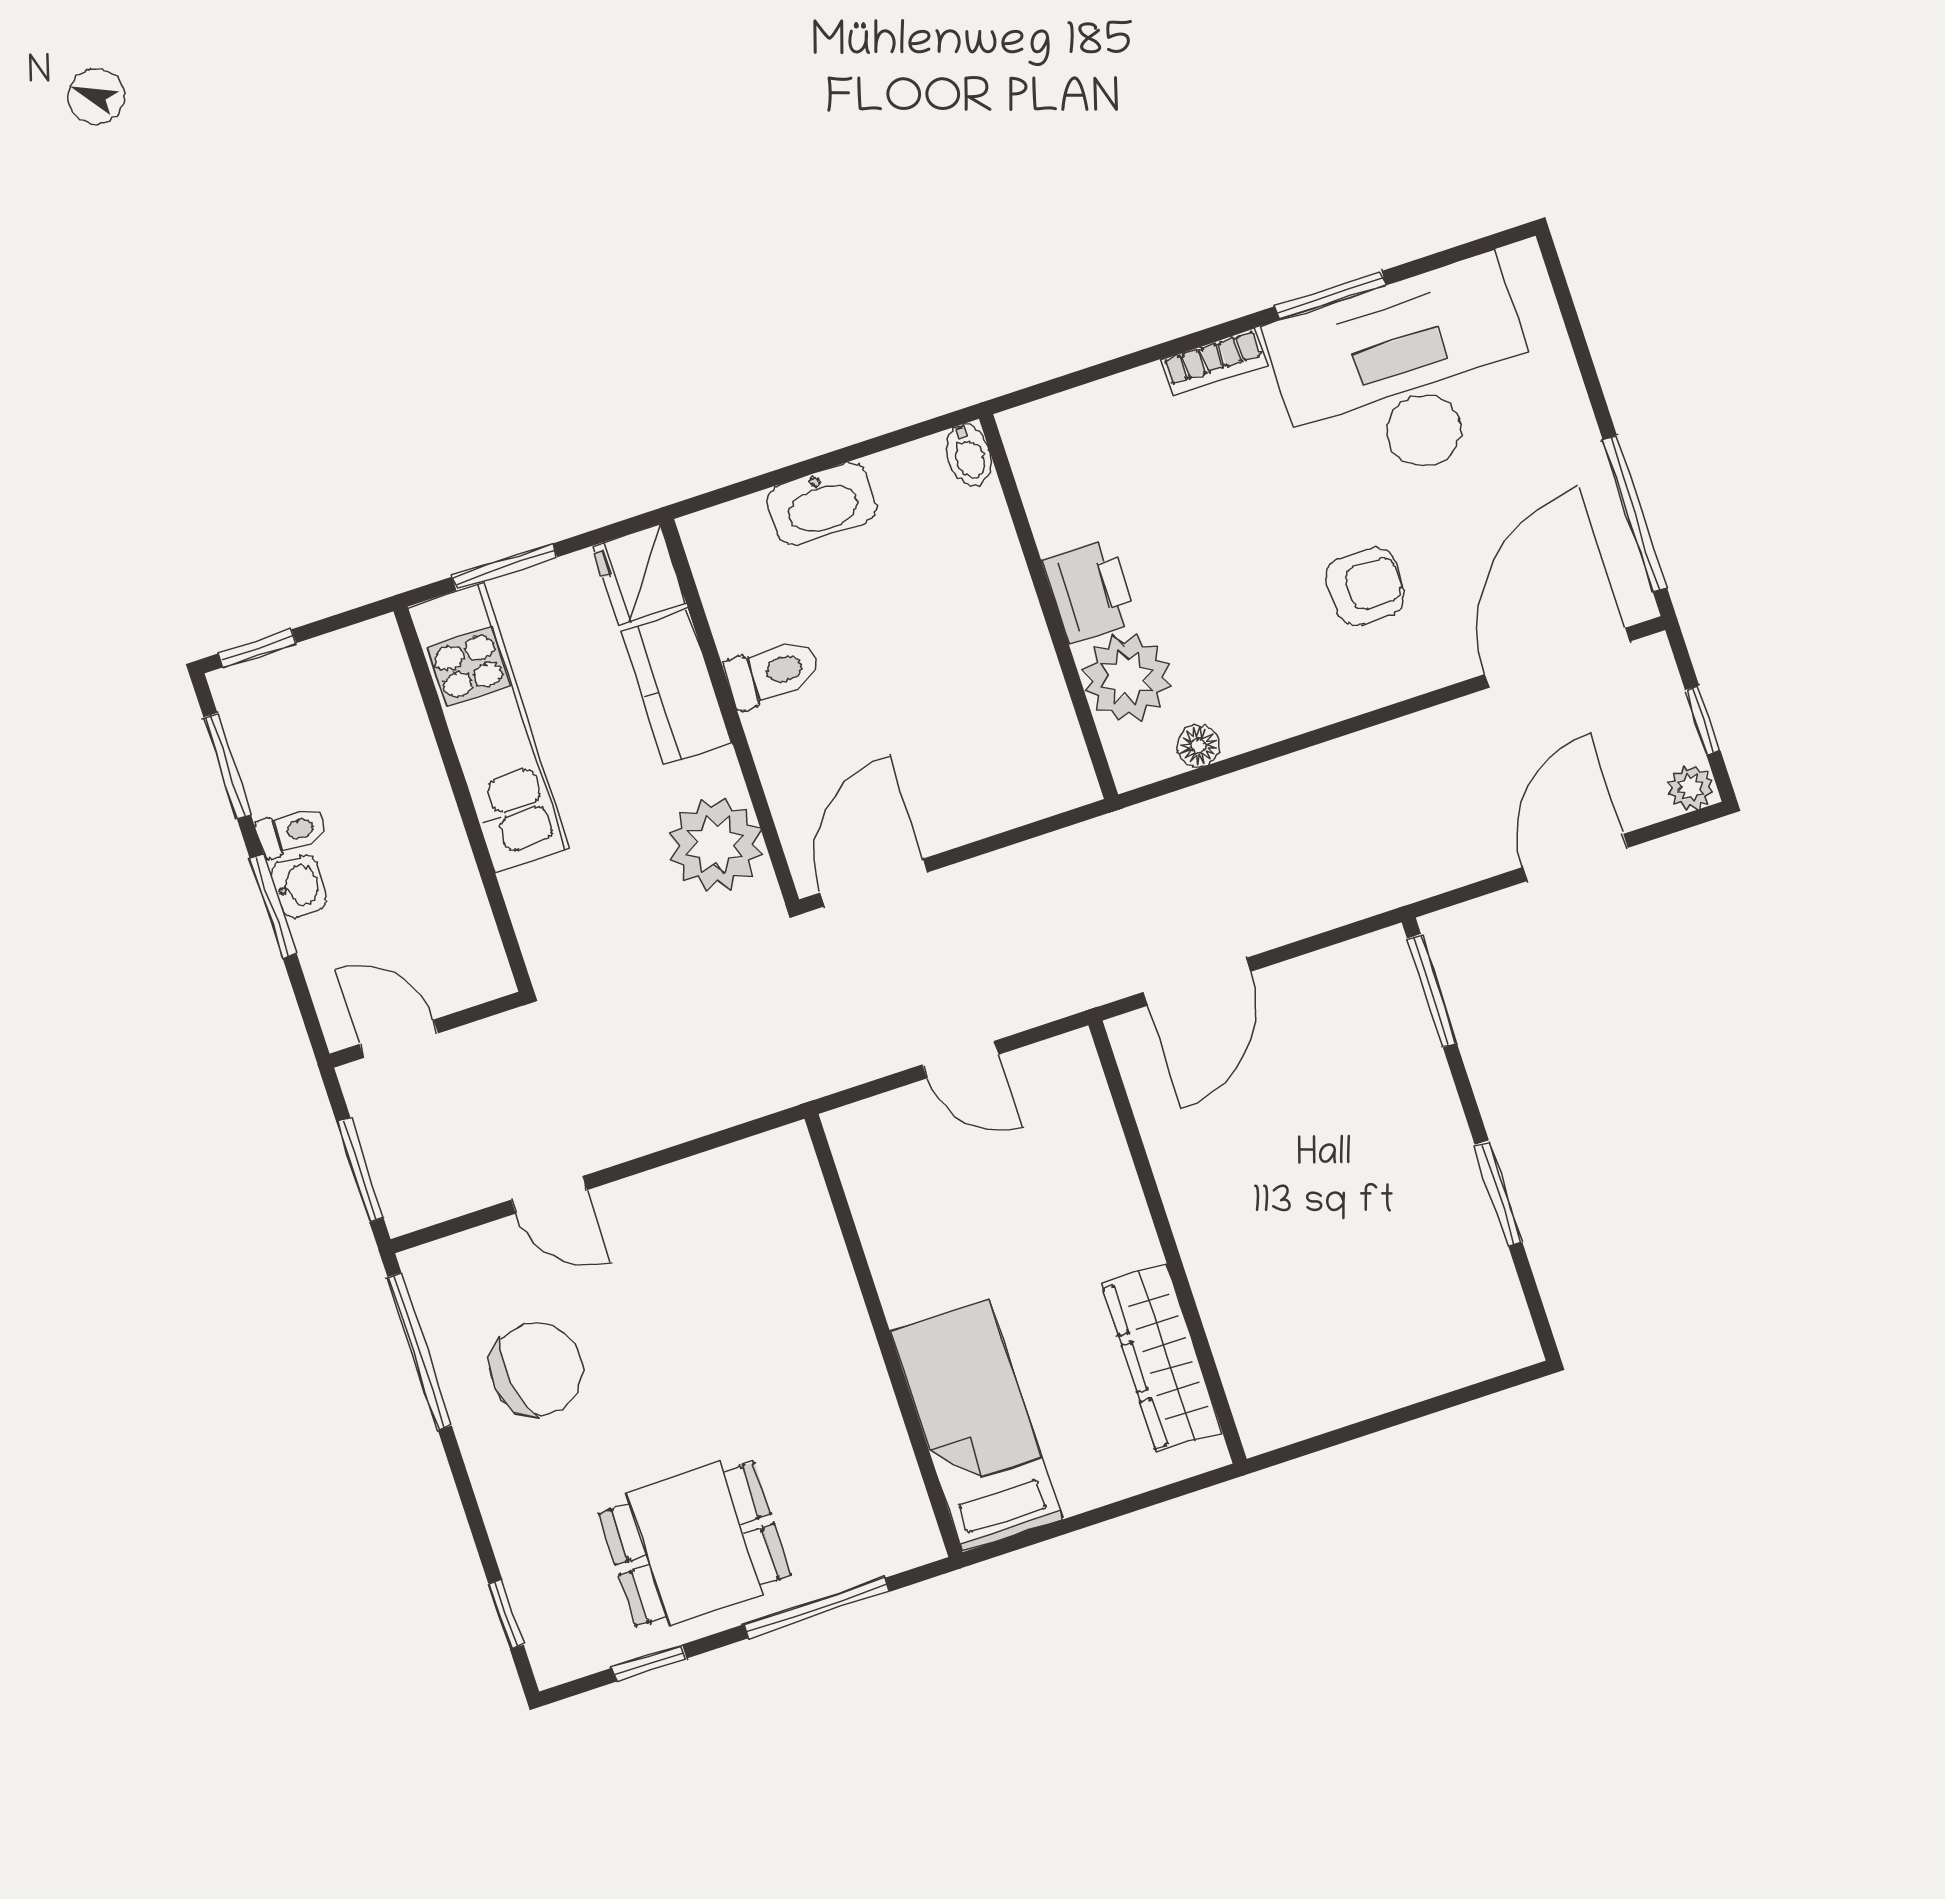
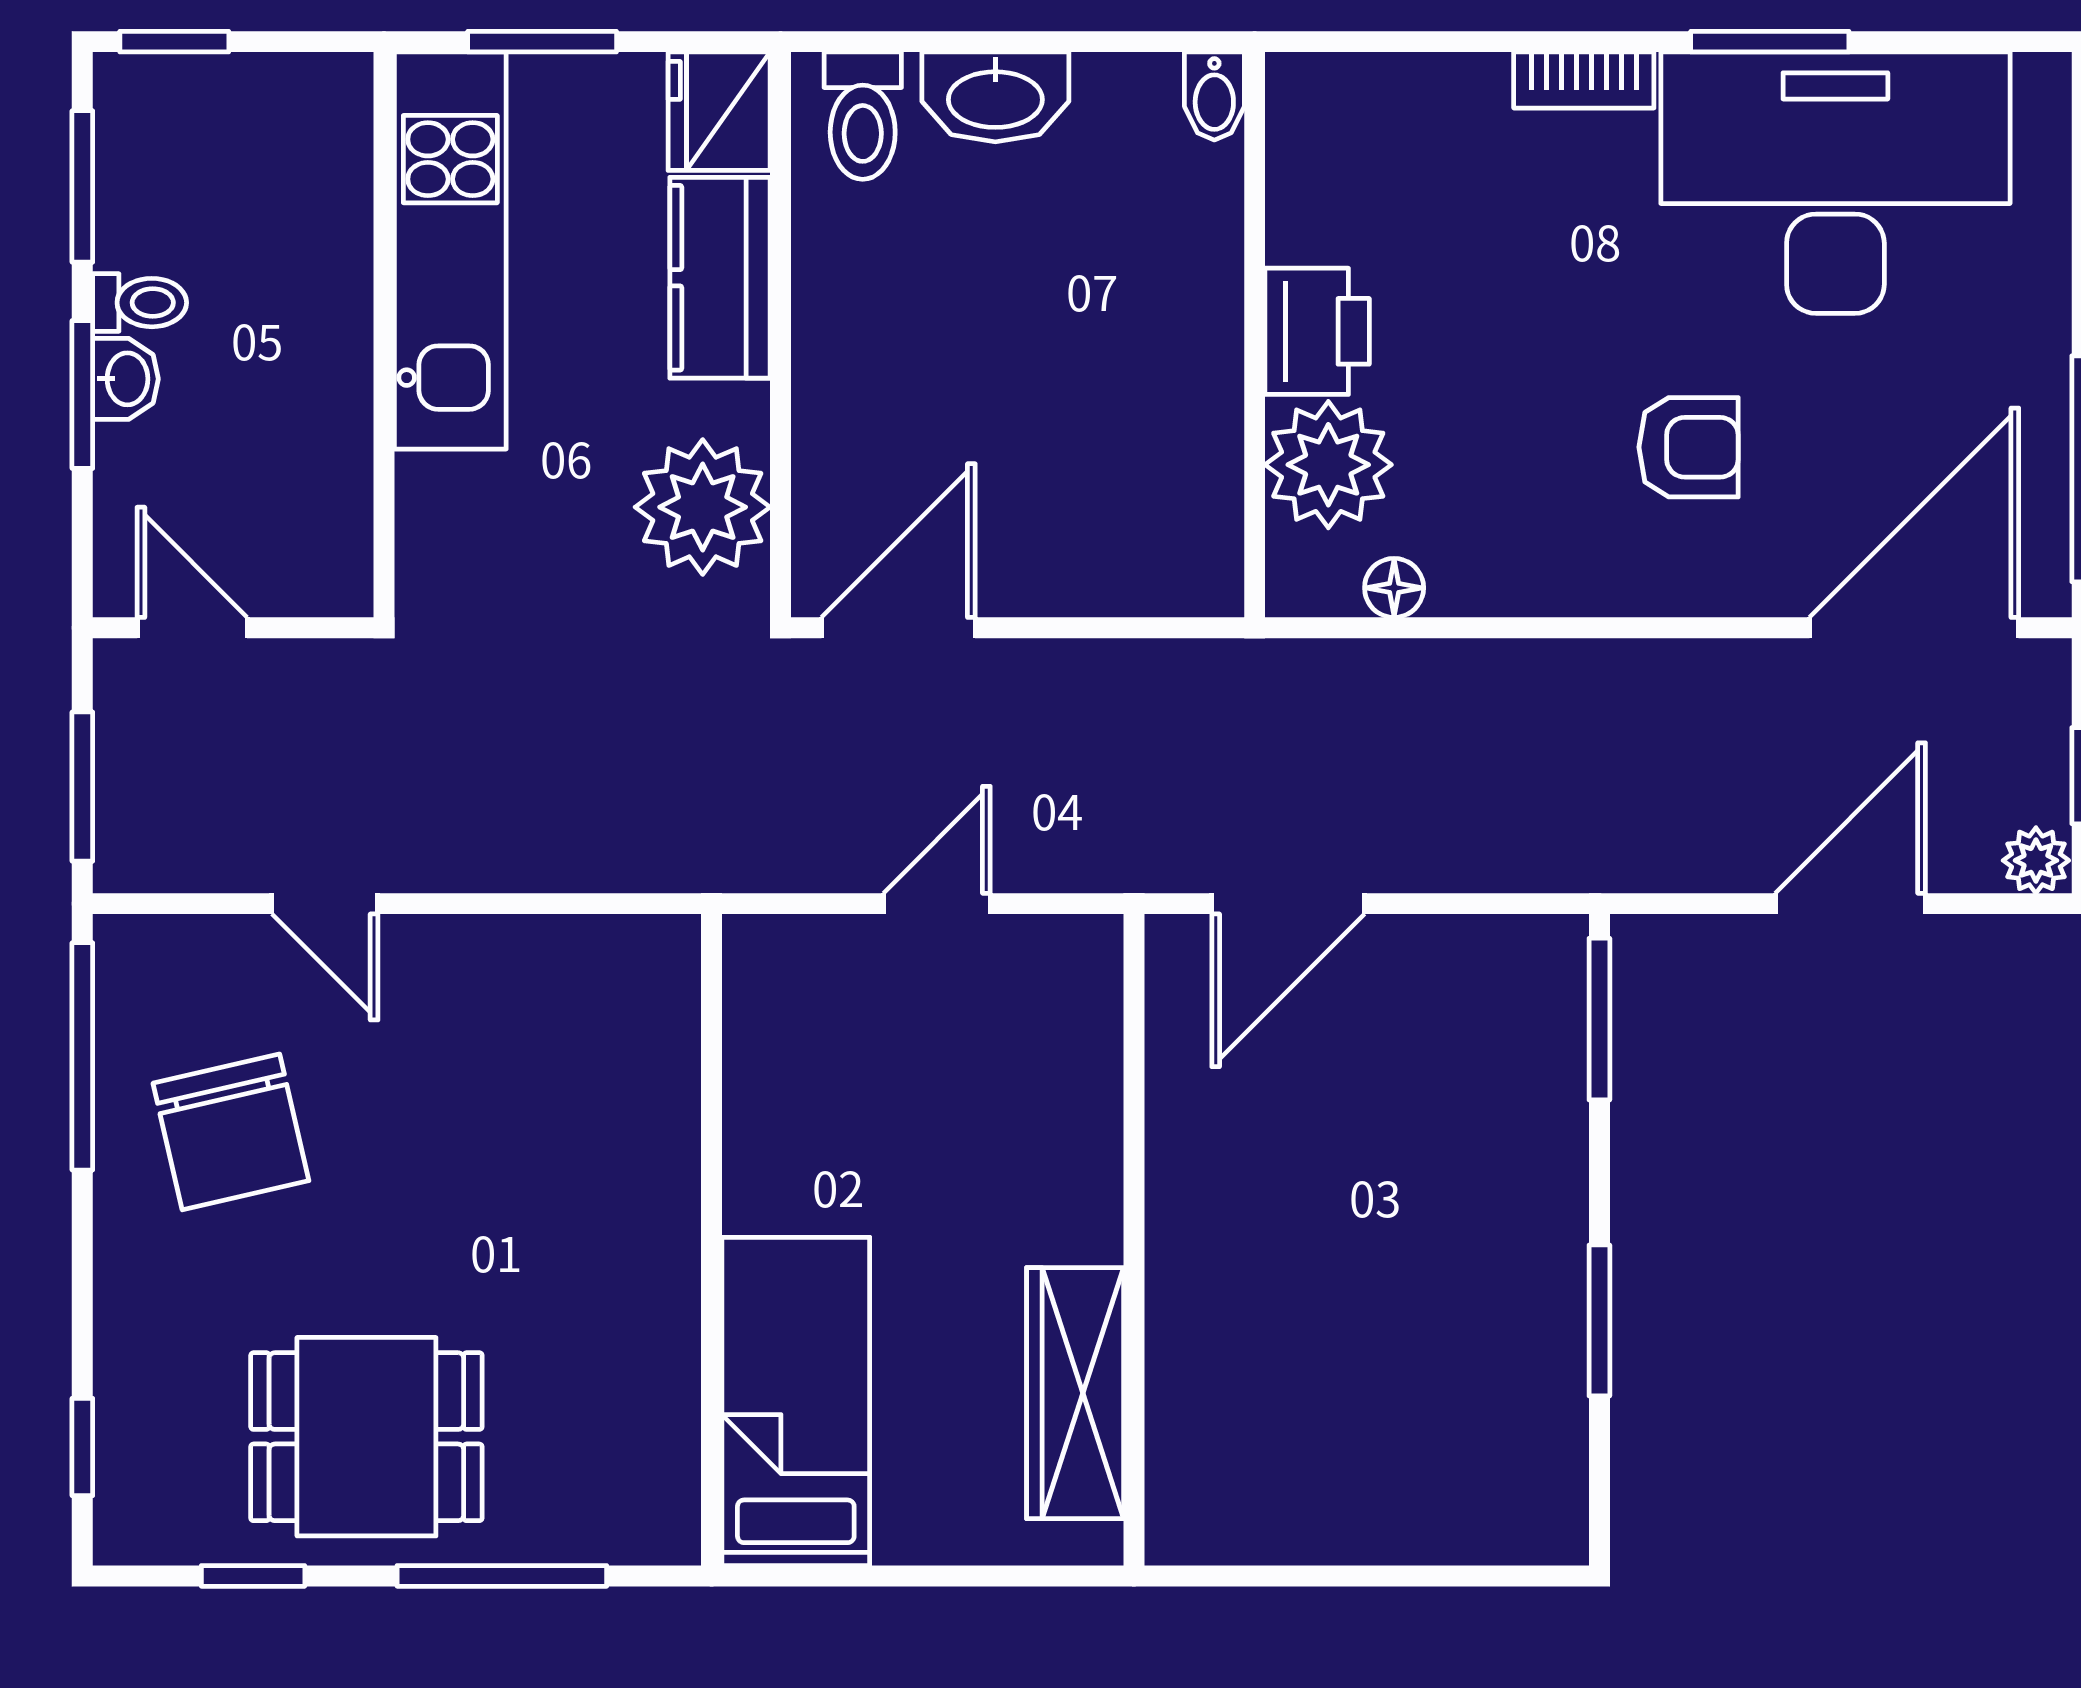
toilet: (772, 673) -> (863, 116), moved, turned 90
door: (961, 1060) -> (937, 904), swing flipped
chair: (536, 1369) -> (231, 1132), turned 84

